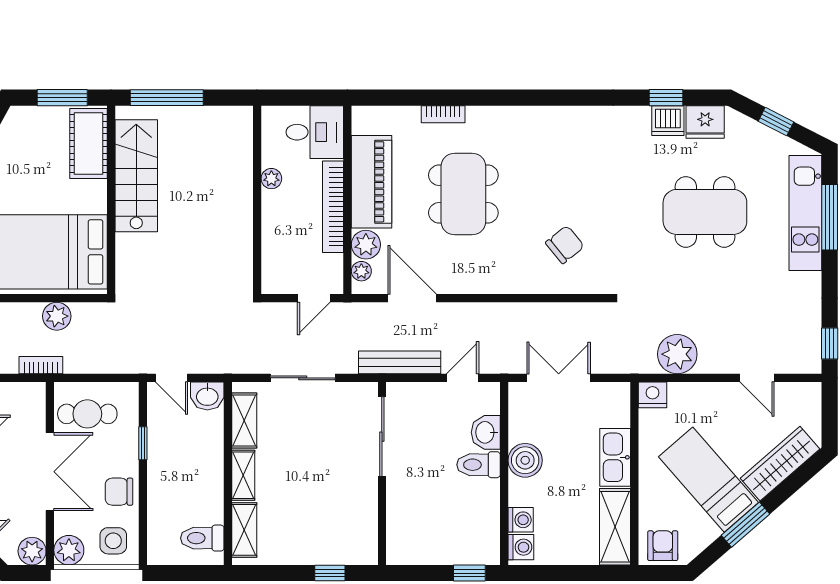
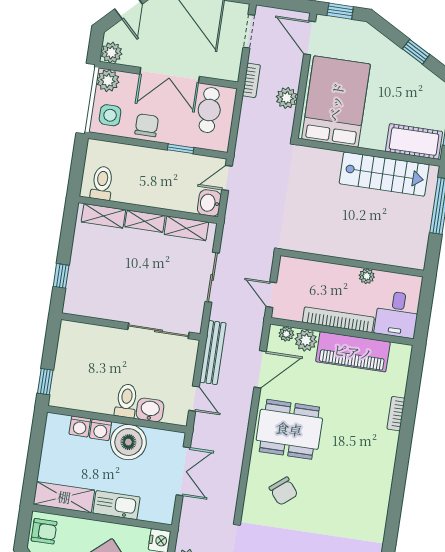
dining table: (463, 194) -> (289, 429), moved
boiler: (525, 460) -> (128, 442), width x1.37, depth x1.37
washing machine: (521, 547) -> (101, 430), moved

